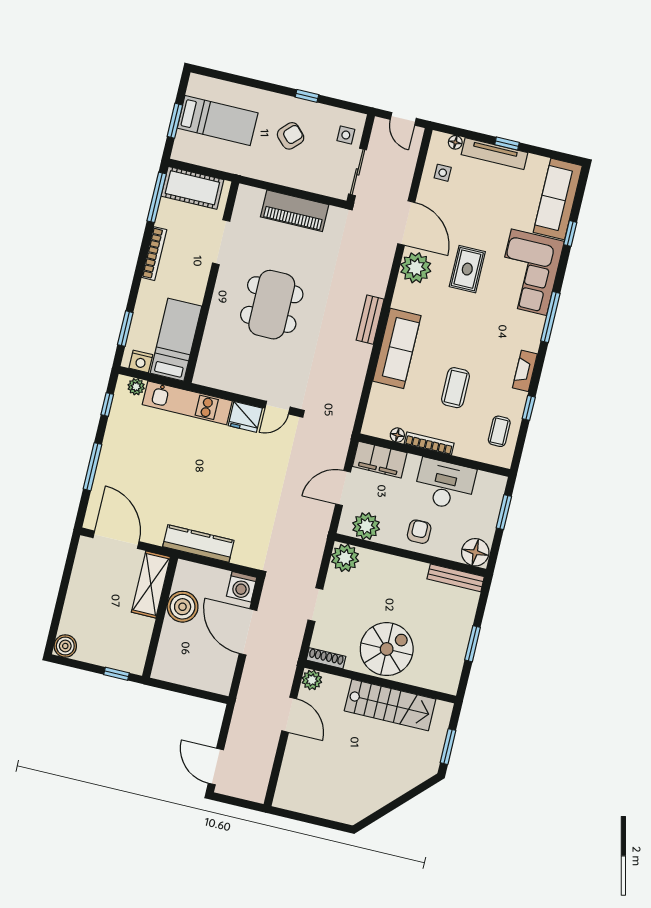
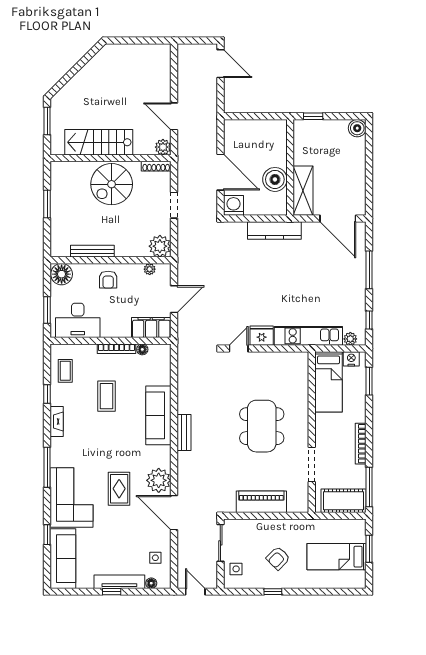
desk: (445, 484) -> (78, 320), moved
plant: (366, 526) -> (150, 269), width x0.53, depth x0.53
bench: (456, 578) -> (92, 251), moved

